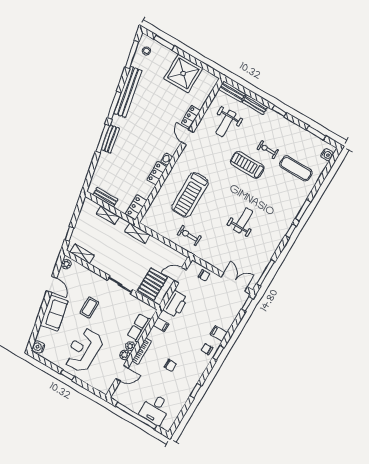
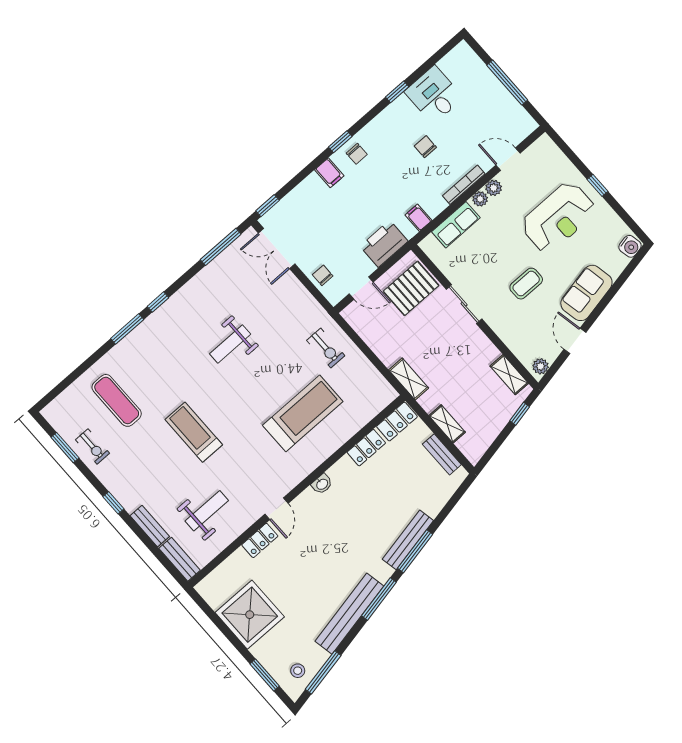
bench: (110, 139) -> (408, 540), width x1.36
exercise bike: (268, 150) -> (93, 446), moved
water cooler: (327, 155) -> (59, 406), removed
treadmill: (247, 165) -> (194, 432), turned 180
locker: (157, 173) -> (366, 448), moved
desk: (155, 409) -> (434, 95), moved, turned -90
window: (136, 416) -> (507, 83), width x0.68

